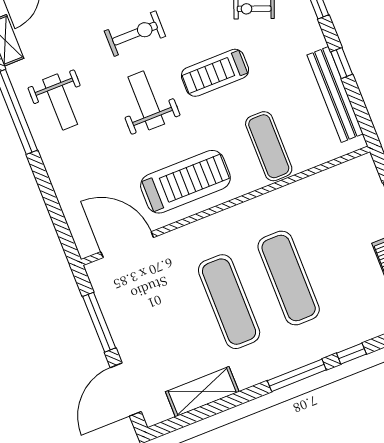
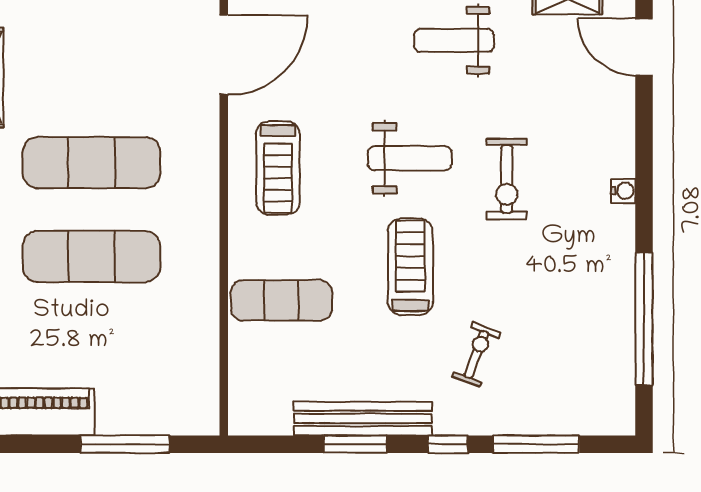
window: (342, 63) -> (355, 444), width x1.50
bench: (335, 94) -> (363, 418), moved
treadmill: (185, 182) -> (278, 168), width x0.73, depth x0.73

